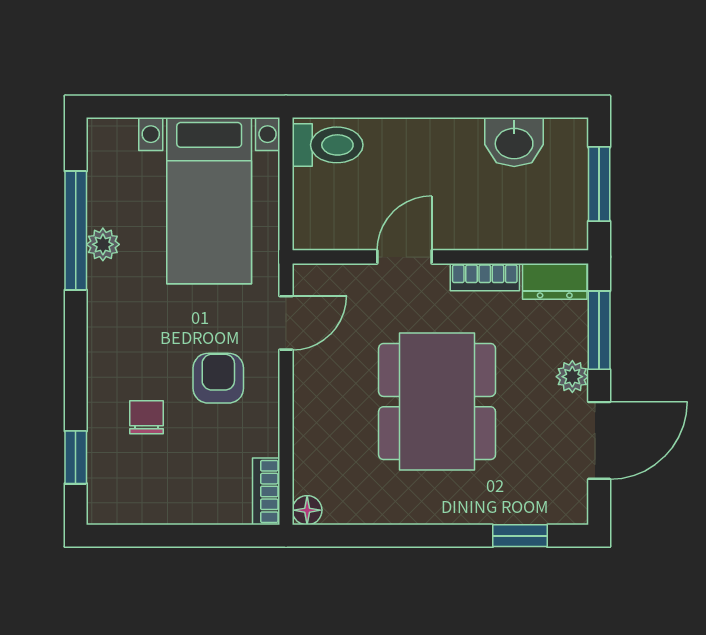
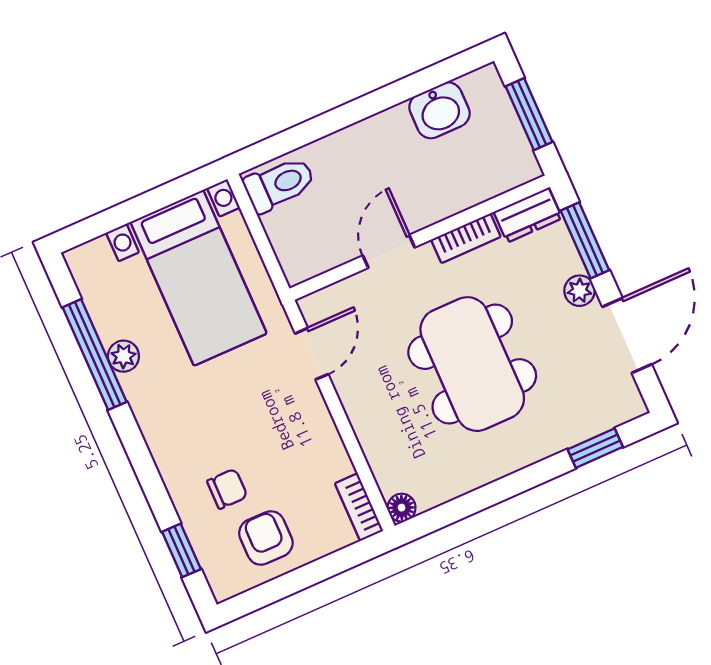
armchair: (218, 378) -> (266, 538), moved
chair: (146, 417) -> (227, 489), turned 90

